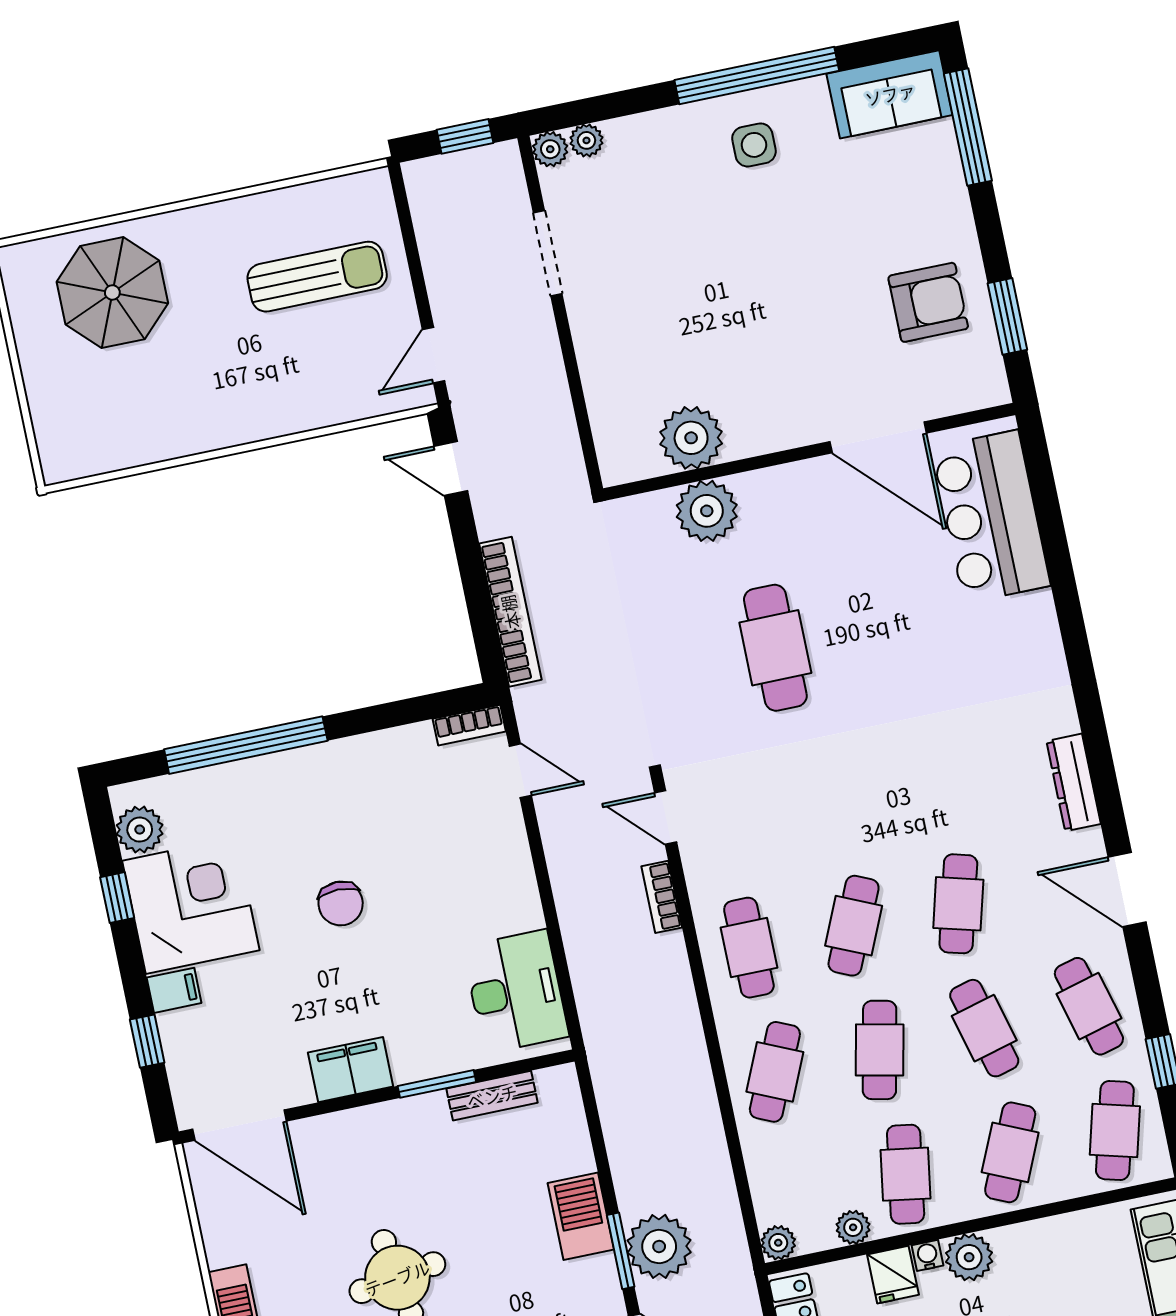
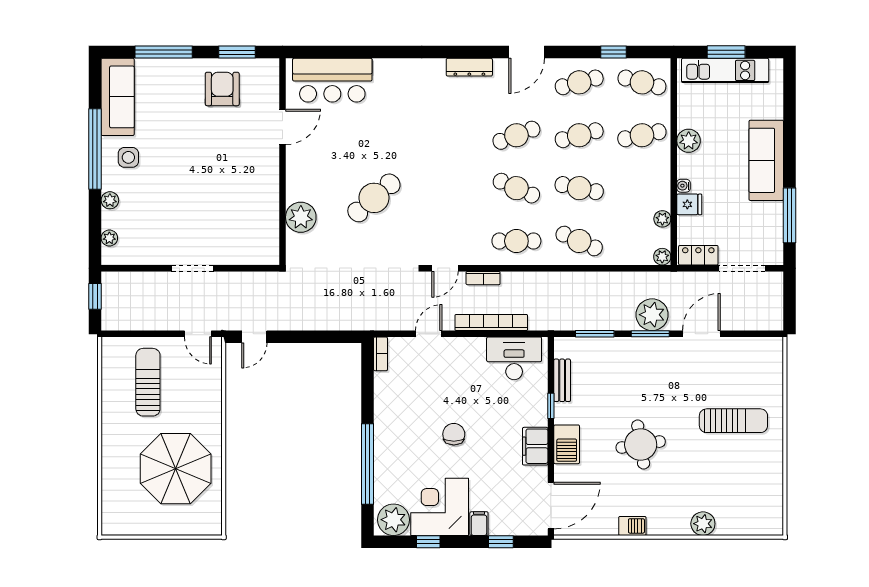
sofa: (890, 94) -> (118, 97), width x1.36
window: (968, 127) -> (164, 52), moved
plant: (550, 149) -> (110, 200), moved
doorway: (548, 253) -> (192, 268), moved
parasol: (112, 293) -> (176, 469), moved, width x1.36, depth x1.36
door: (878, 437) -> (282, 127), width x0.73
plant: (691, 438) -> (264, 217), removed
bookcase: (510, 612) -> (491, 322), moved
cafe table: (775, 648) -> (374, 198), turned -41
door: (520, 771) -> (429, 334), moved
plant: (140, 830) -> (393, 520), width x1.36, depth x1.36
chair: (341, 903) -> (454, 434), turned -90
cafe table: (958, 904) -> (516, 135), turned -36
window: (437, 1084) -> (551, 406), width x0.67
window: (598, 1141) -> (595, 334), added
cafe table: (1010, 1152) -> (642, 135), turned -36
cafe table: (906, 1174) -> (642, 188), removed
barbecue: (581, 1216) -> (567, 444), moved, turned -90
plant: (969, 1257) -> (689, 141), moved

